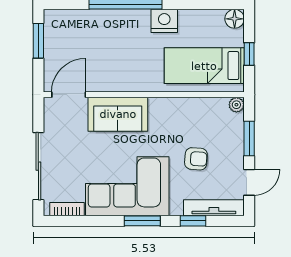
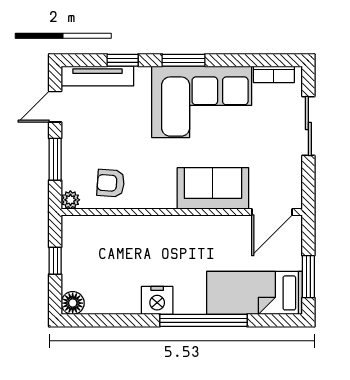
bed: (204, 66) -> (254, 293), moved, turned 180
armchair: (196, 159) -> (111, 183), moved
sliding door: (38, 166) -> (308, 126), width x0.73

